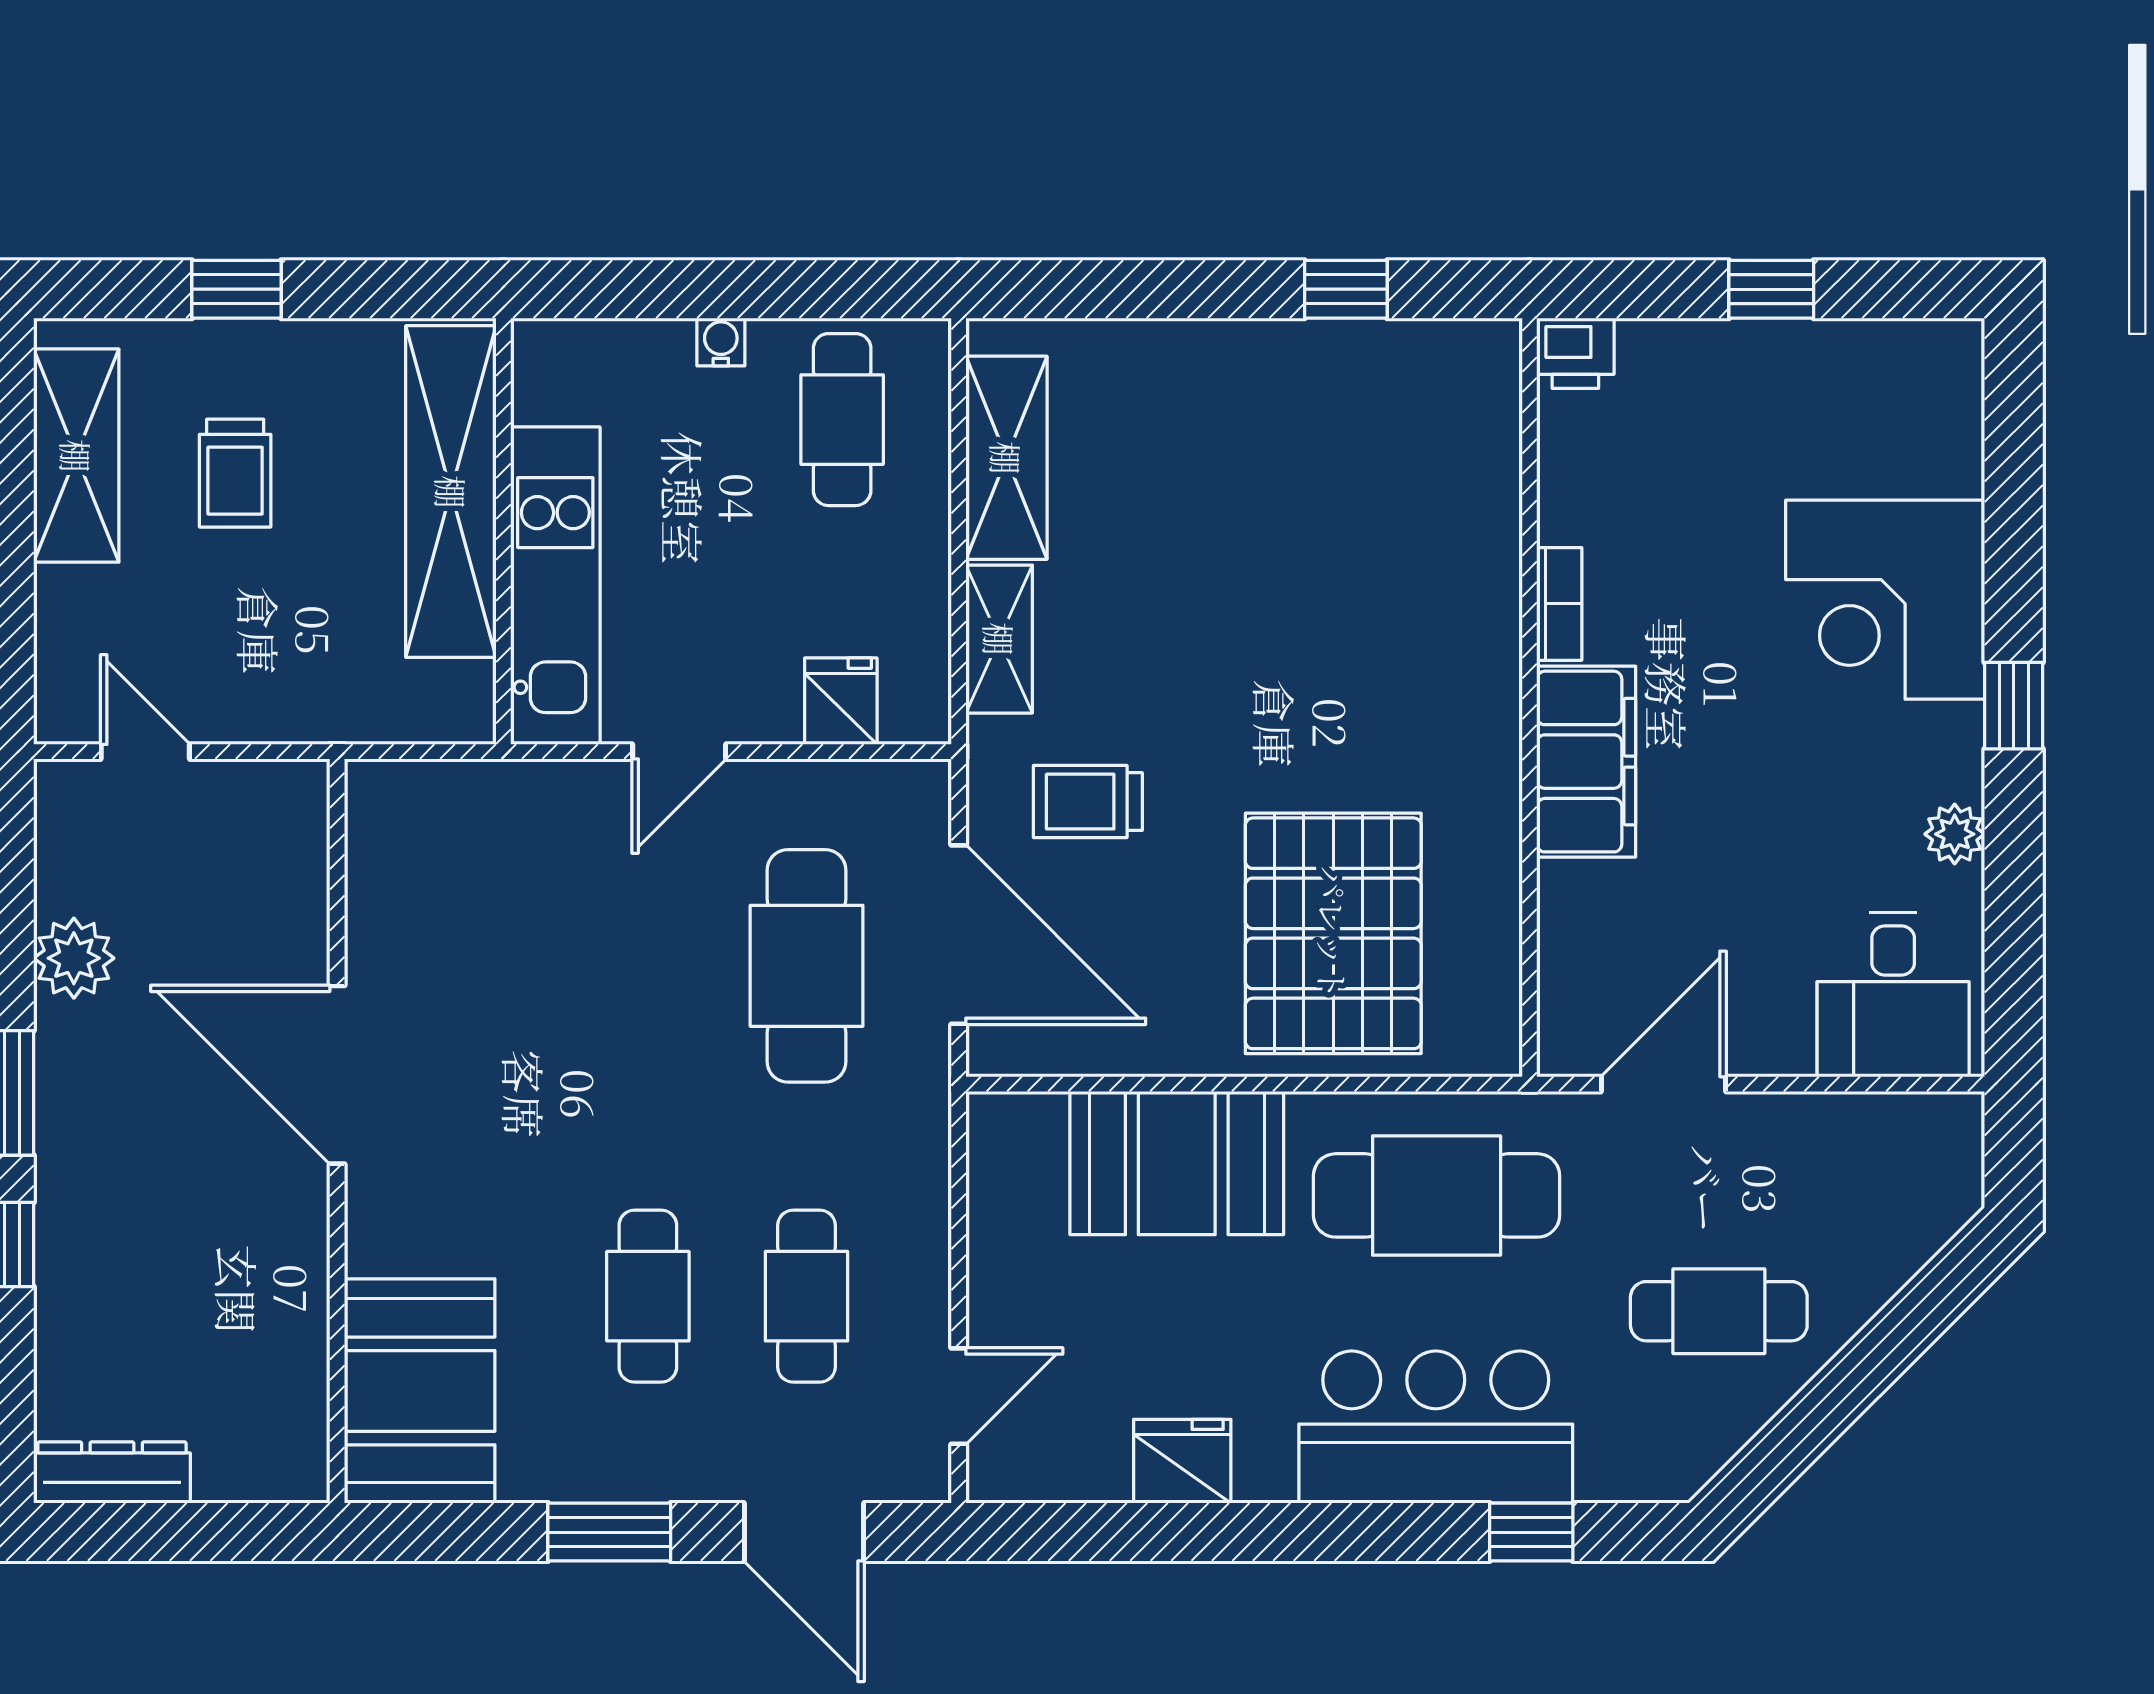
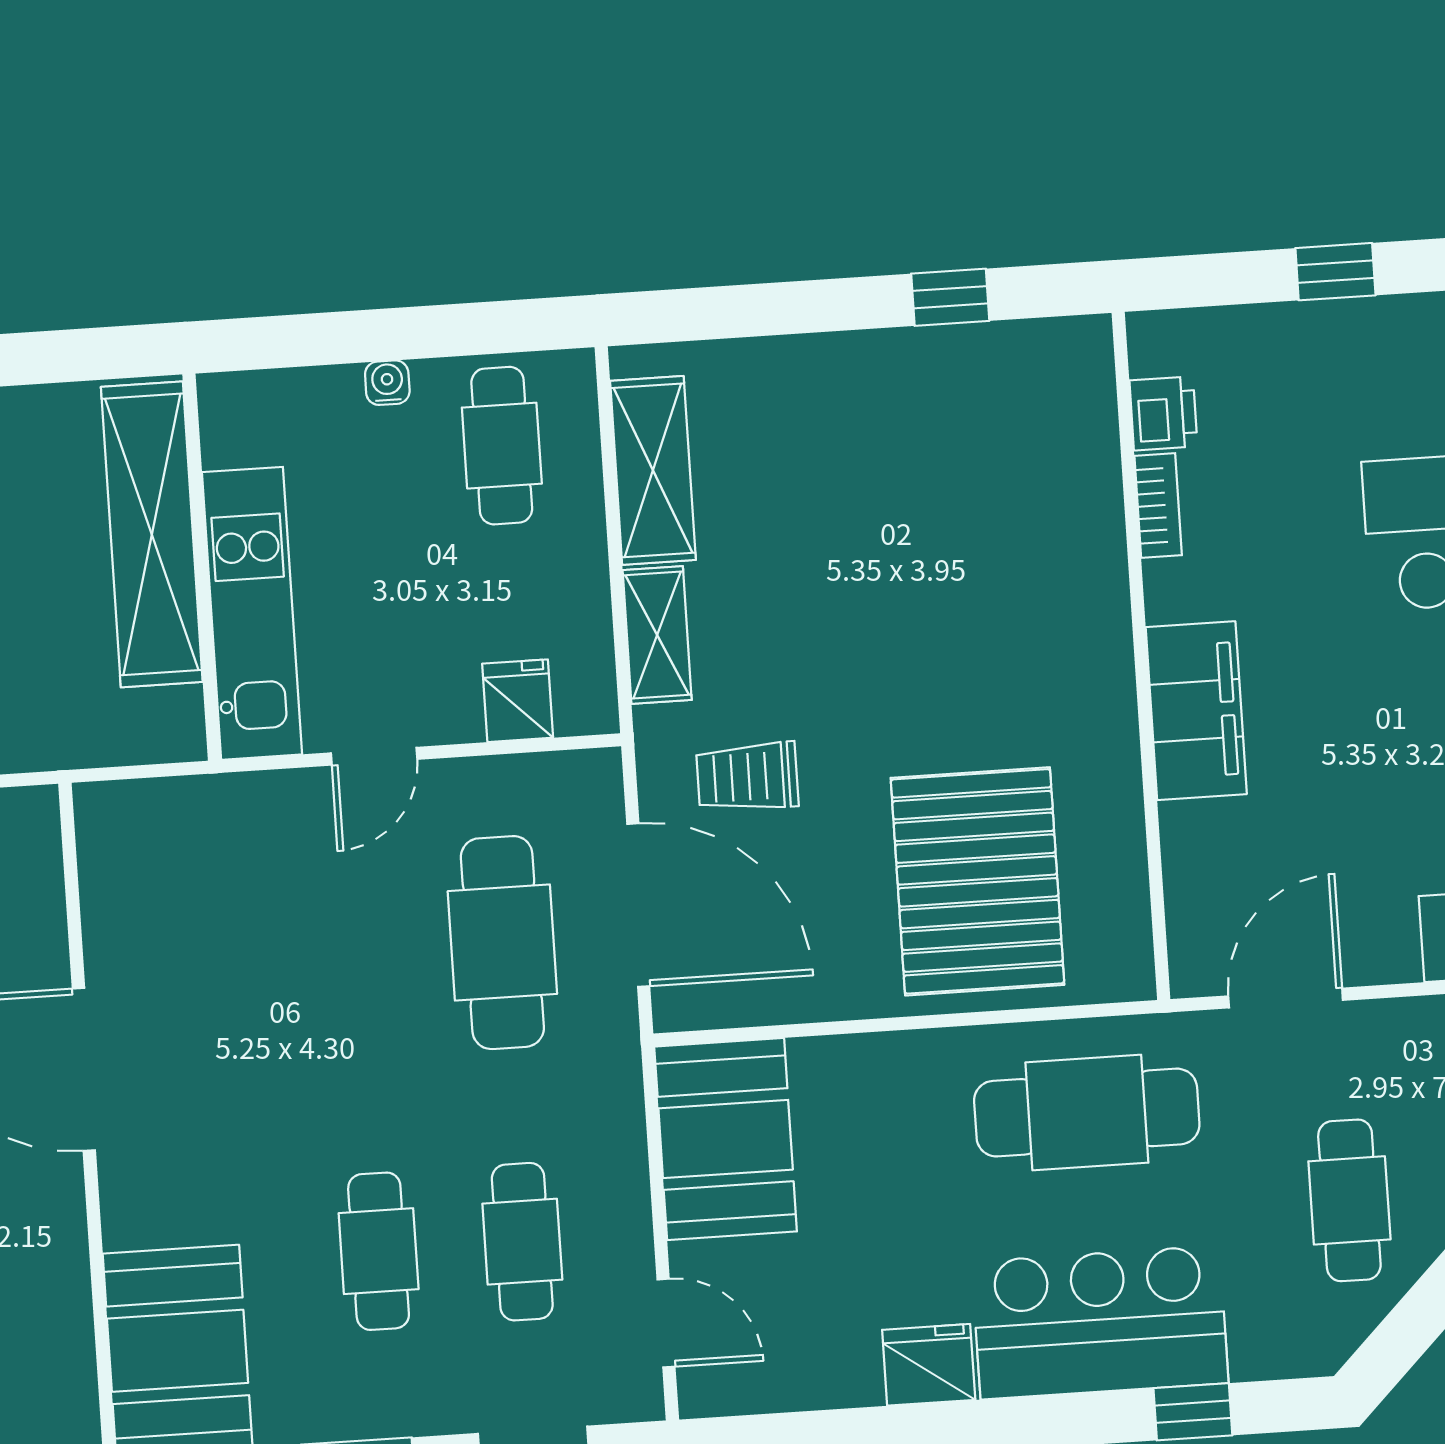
printer: (1575, 353) -> (1163, 413), moved, turned -90
bookcase: (1559, 604) -> (1158, 505), moved
booth: (1177, 1163) -> (726, 1139), moved, turned 90
cafe table: (1719, 1311) -> (1349, 1200), turned 90
door: (959, 1396) -> (666, 1323), hinge flipped
fridge: (1182, 1461) -> (929, 1365), moved

